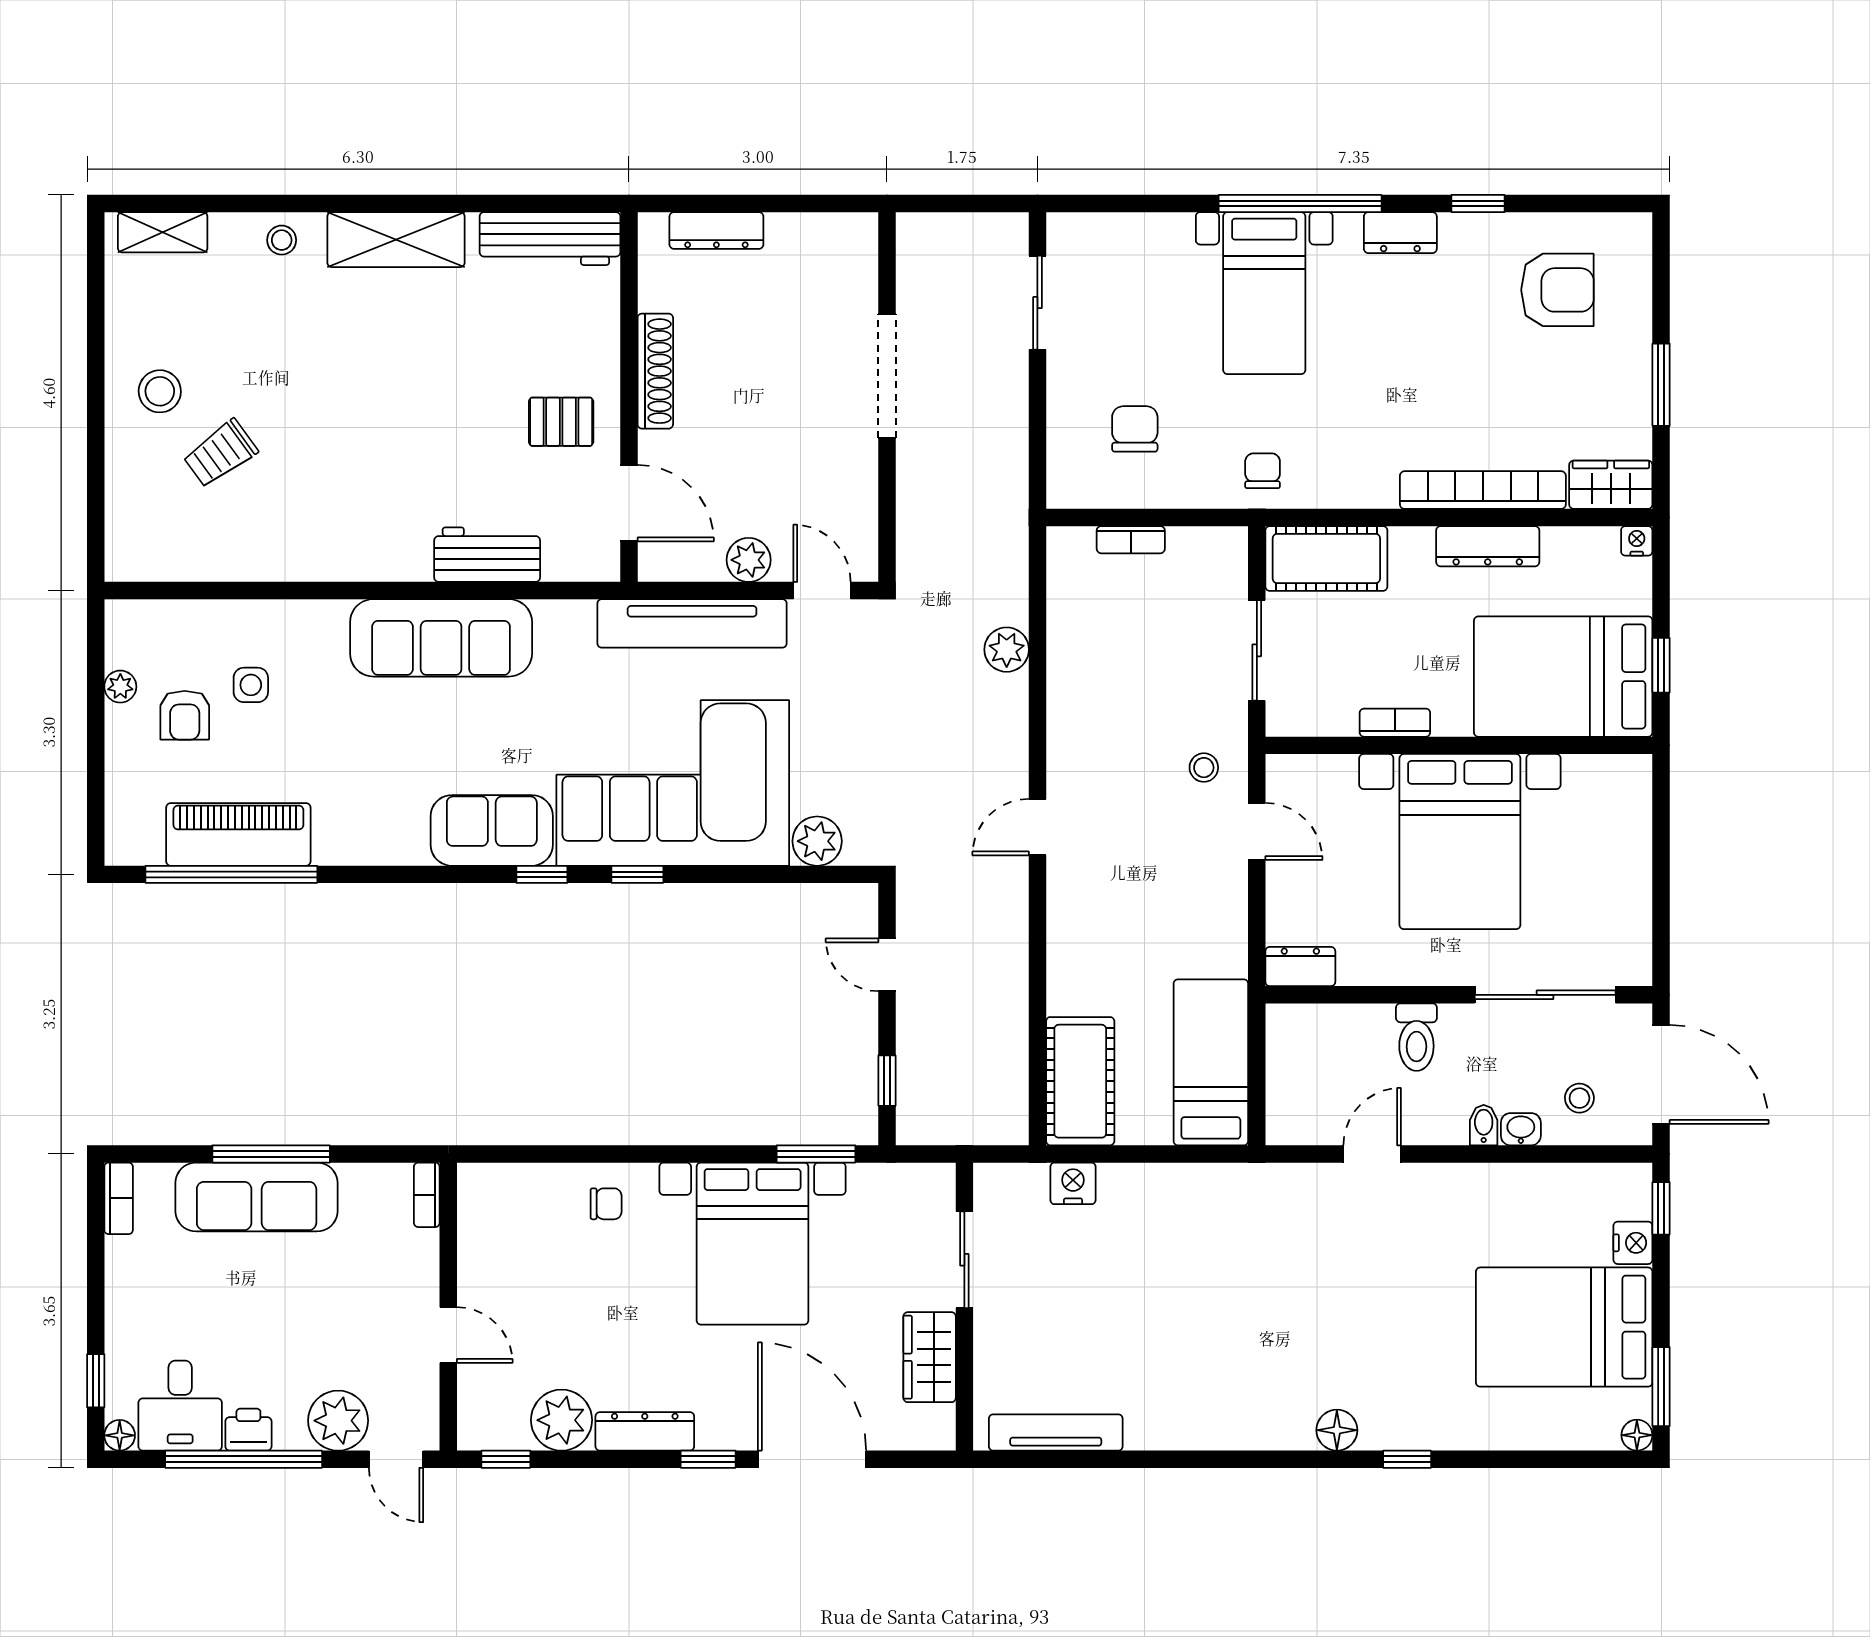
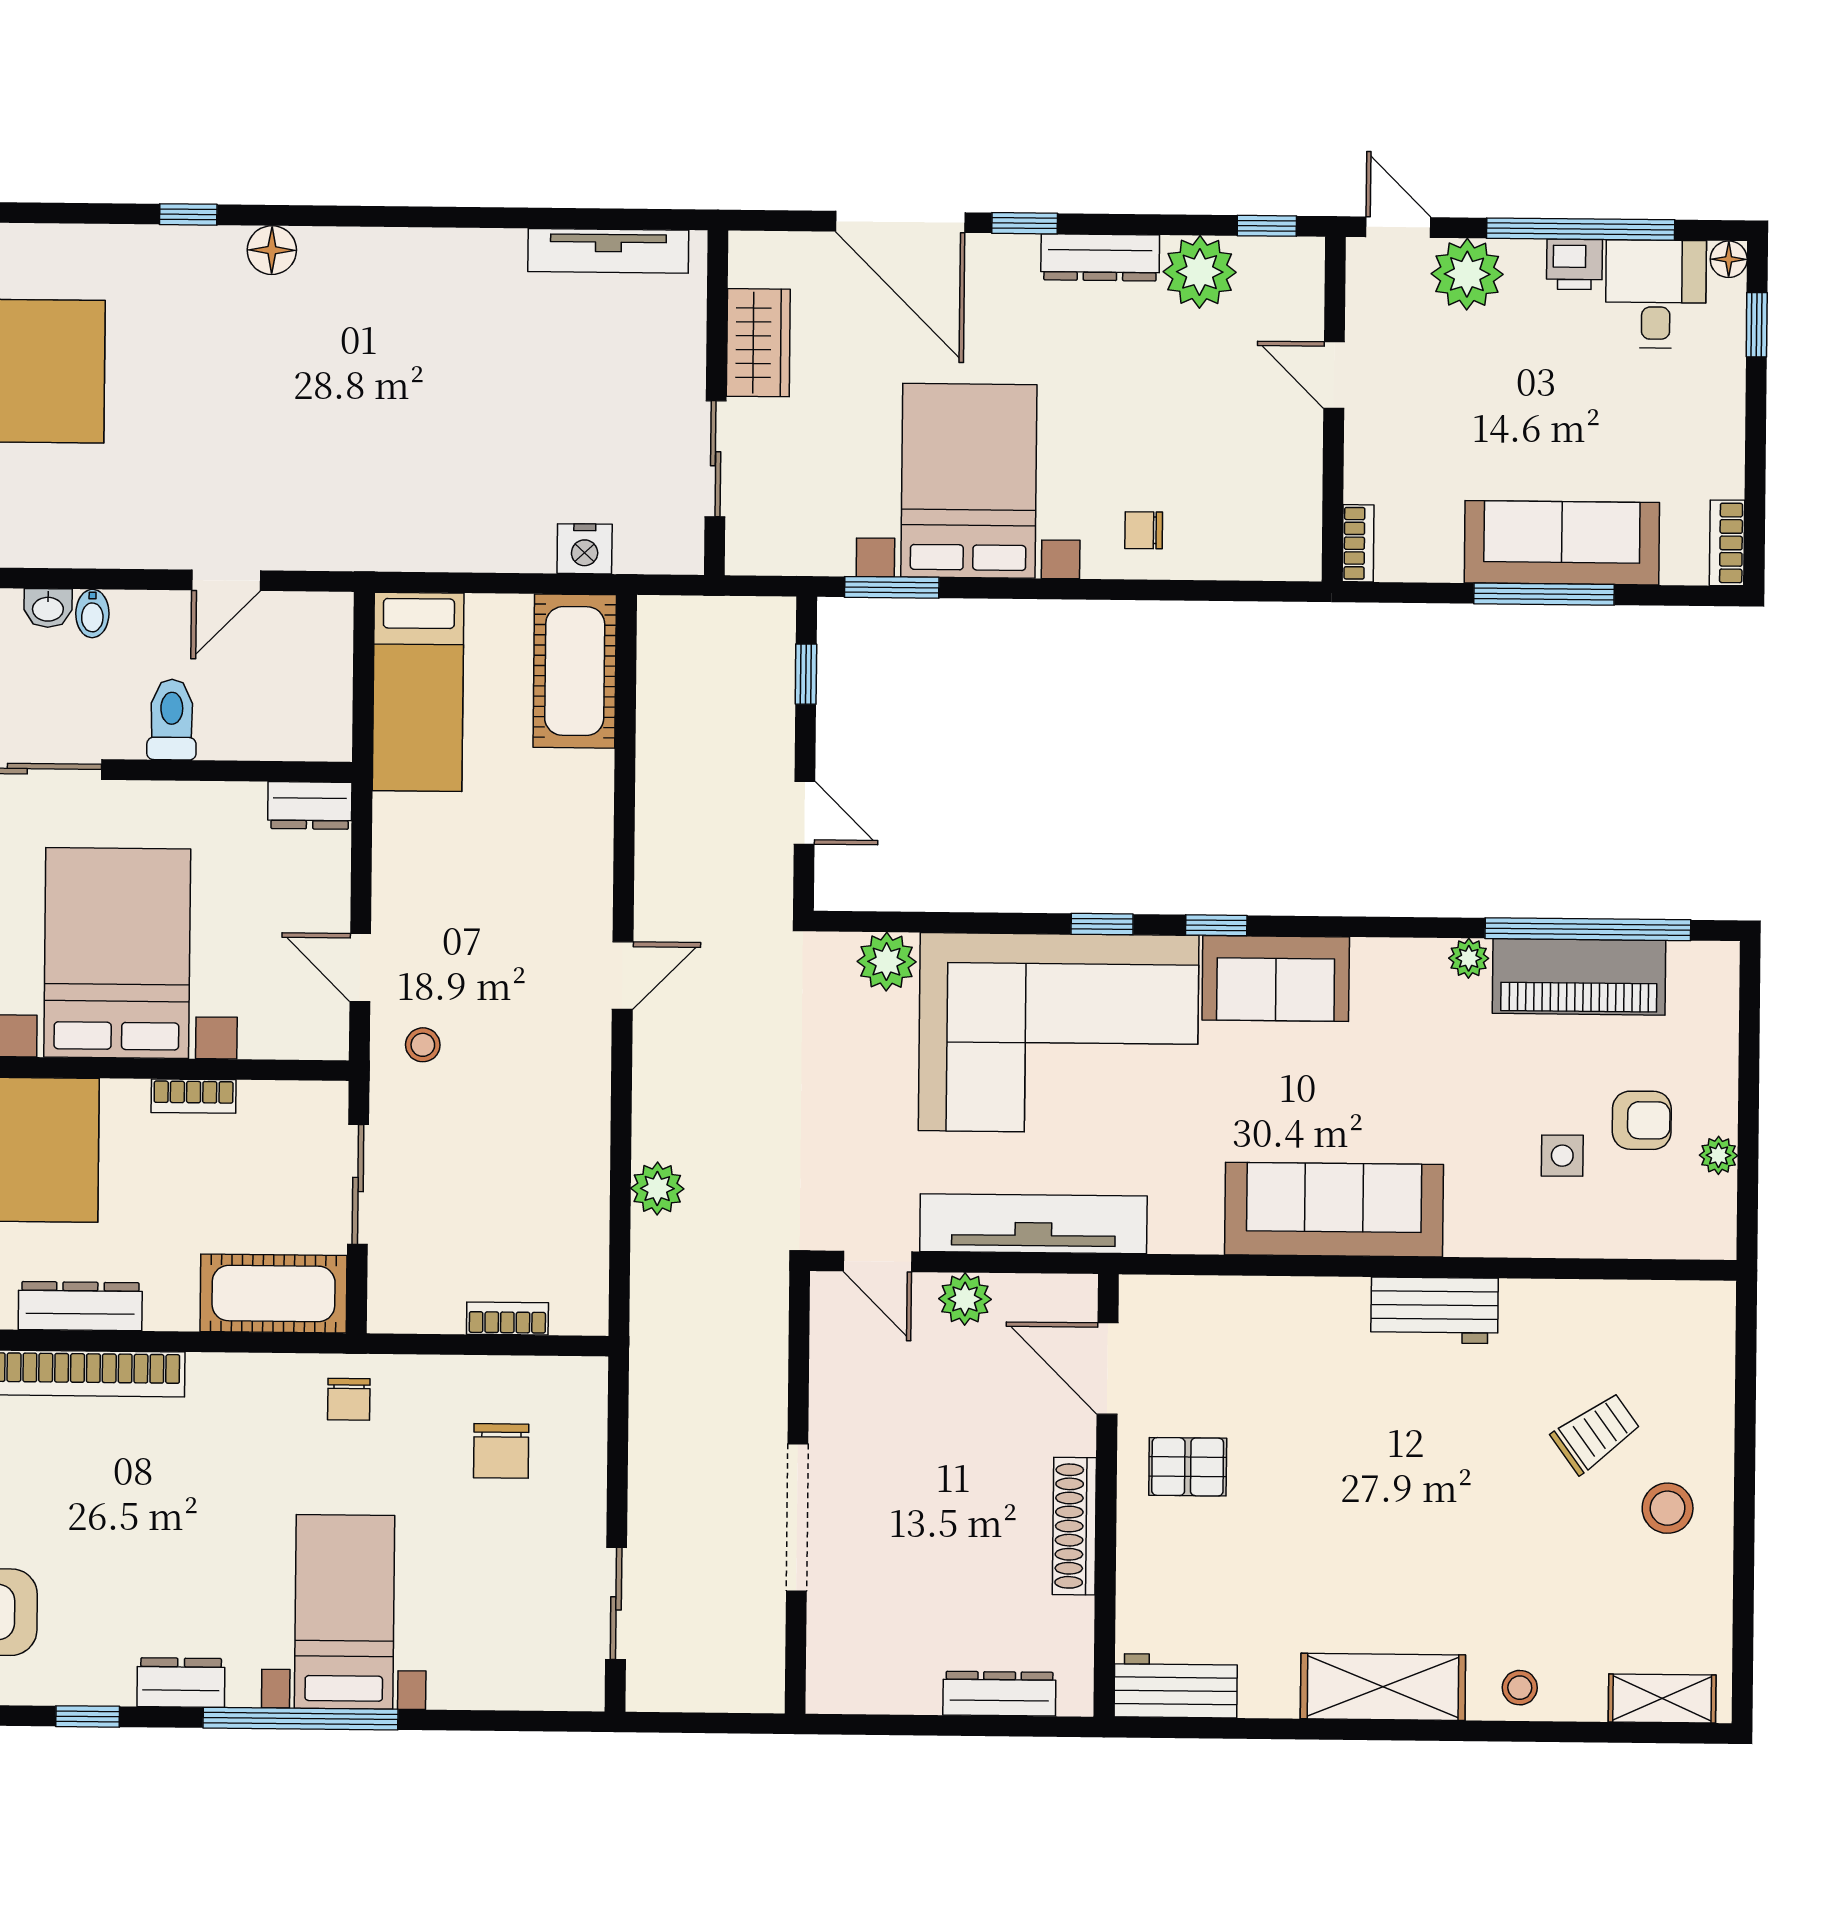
workbench: (550, 239) -> (1176, 1686), width x0.73
workbench: (487, 555) -> (1435, 1310), moved
armchair: (185, 715) -> (1642, 1120), turned 90
plant: (331, 849) -> (1469, 958), added

